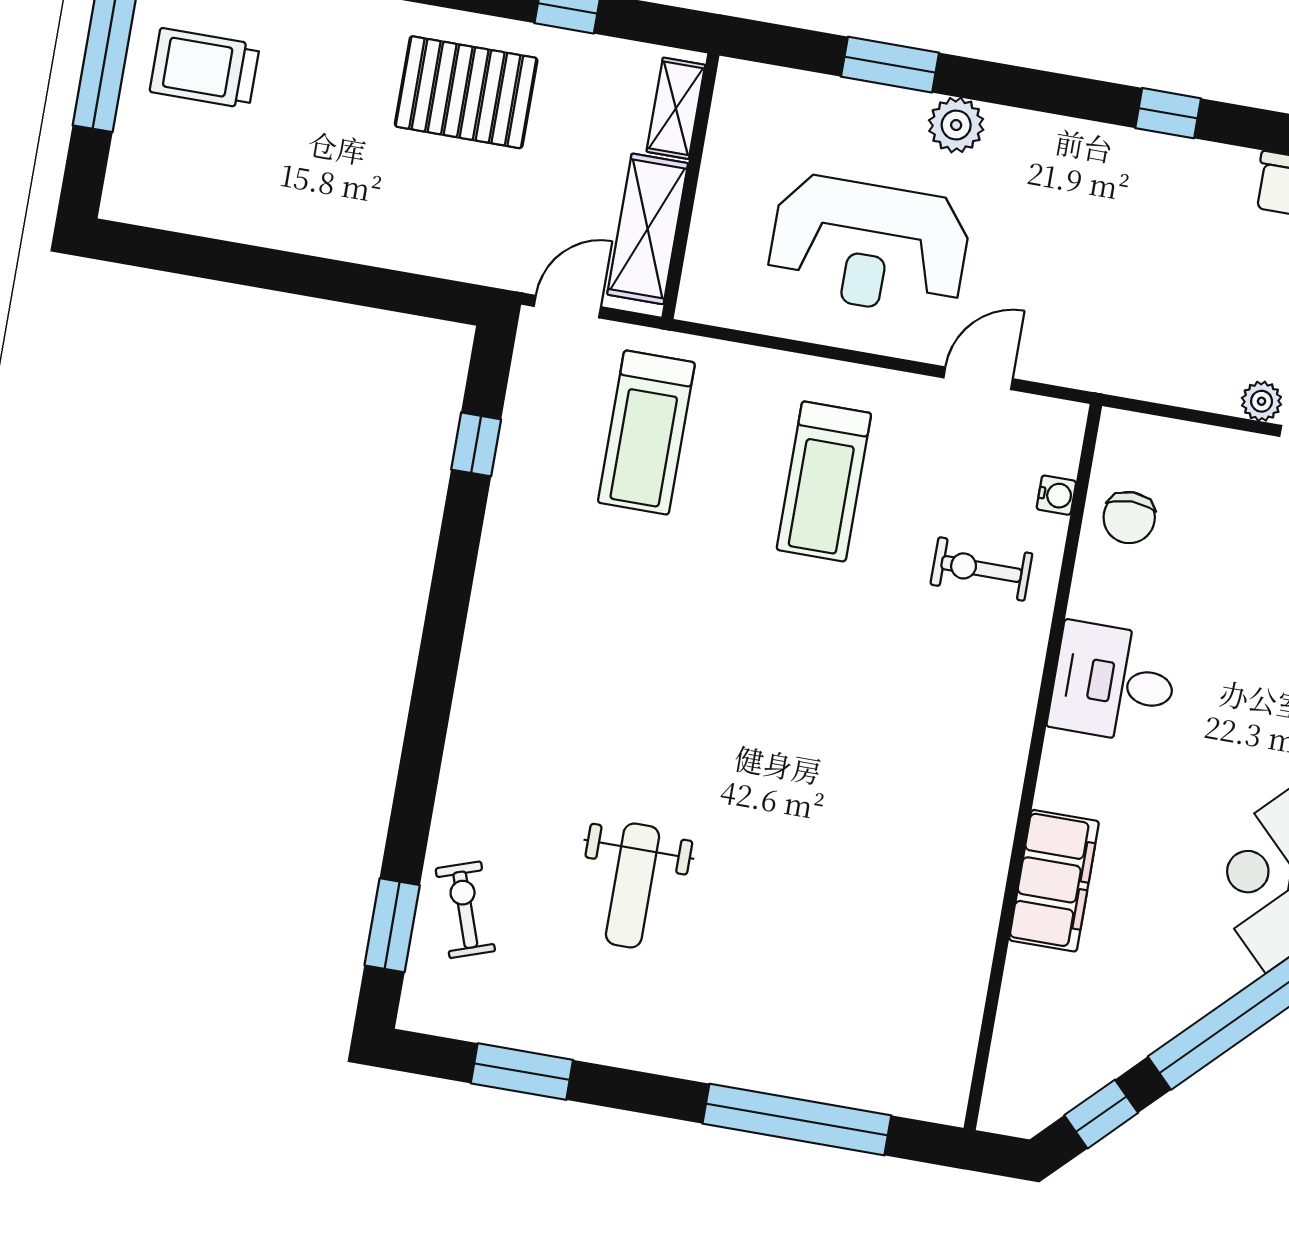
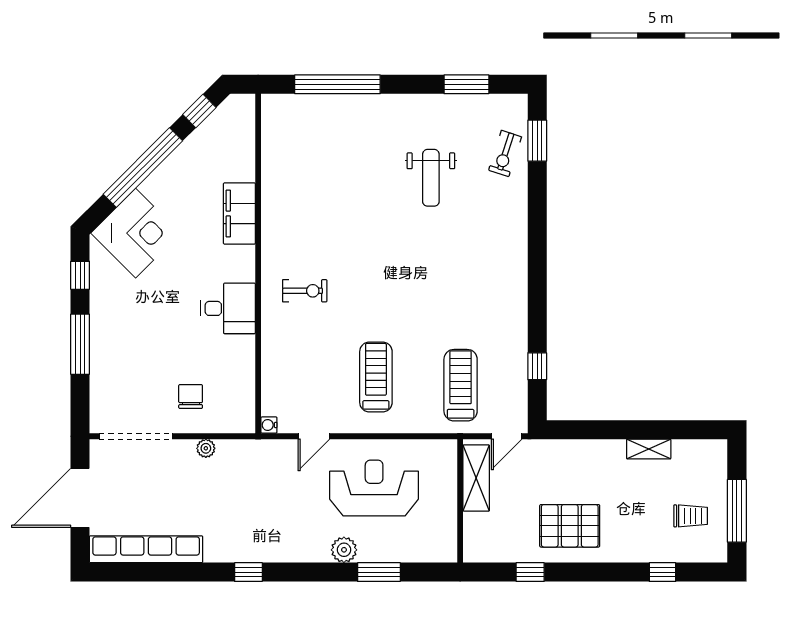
trolley: (205, 68) -> (691, 516), width x0.73, depth x0.72
shelving: (676, 108) -> (649, 449), moved, turned 90
plant: (1262, 401) -> (206, 448), moved
water cooler: (1056, 495) -> (269, 425), moved
chair: (1129, 518) -> (191, 397), moved
exercise bike: (981, 569) -> (305, 291), moved
weight bench: (633, 886) -> (431, 178), turned 180
exercise bike: (465, 910) -> (505, 154), turned 37

